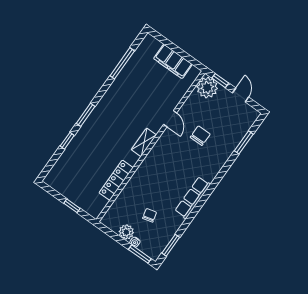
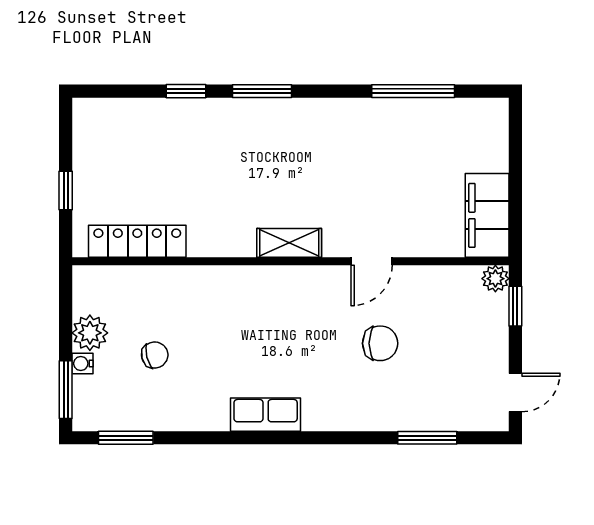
filing cabinet: (173, 61) -> (487, 215), moved
plant: (207, 88) -> (495, 279), width x0.53, depth x0.53
door: (241, 95) -> (515, 392), moved
locker: (116, 180) -> (137, 241), moved
row of seats: (193, 198) -> (266, 415), width x0.68

